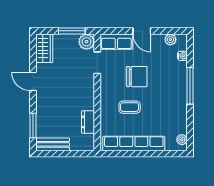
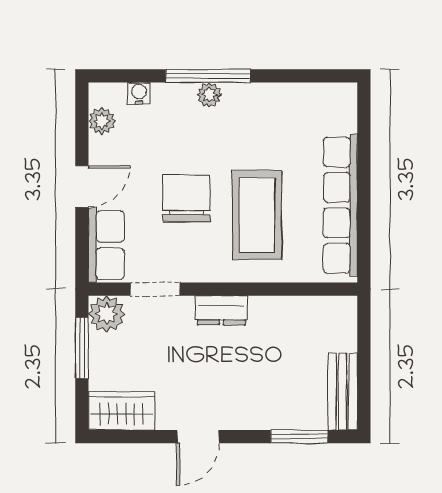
coffee table: (130, 107) -> (257, 215), width x1.86, depth x1.72
dresser: (88, 122) -> (221, 310), moved
plant: (182, 140) -> (209, 95), moved

